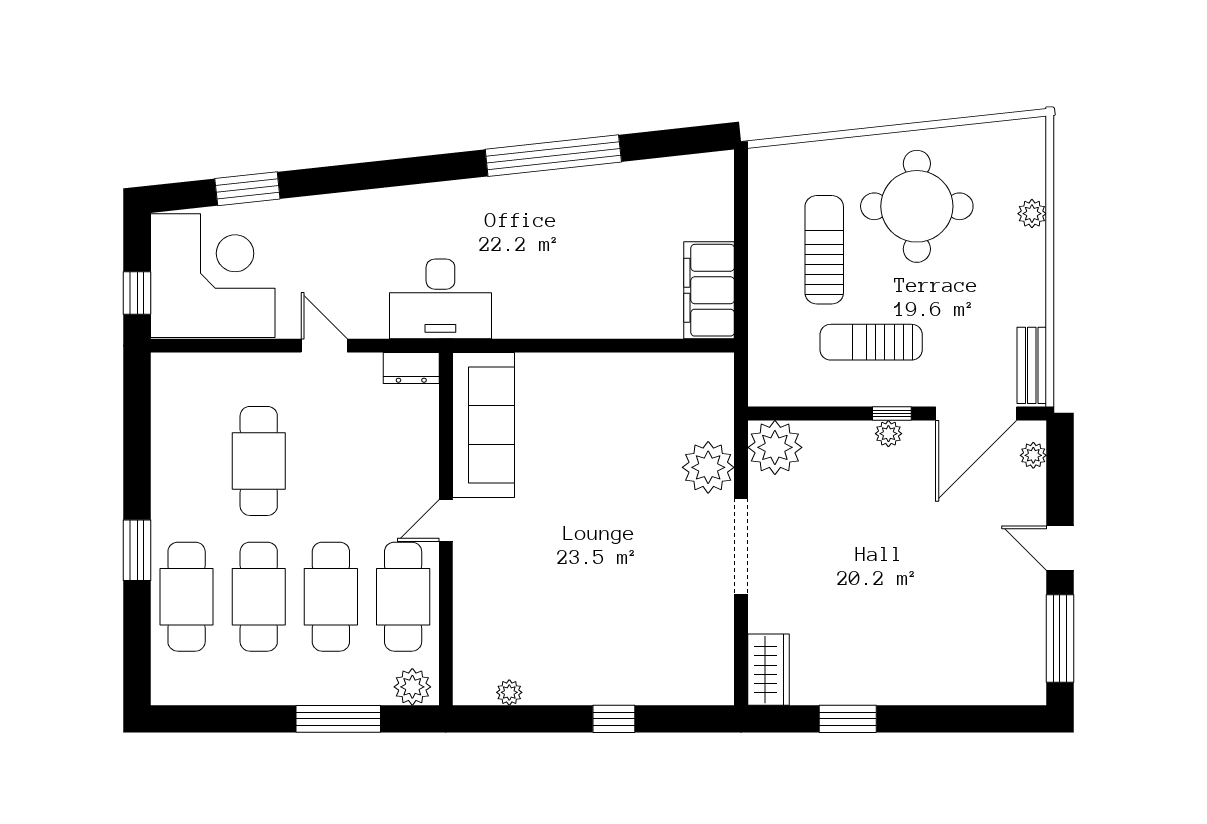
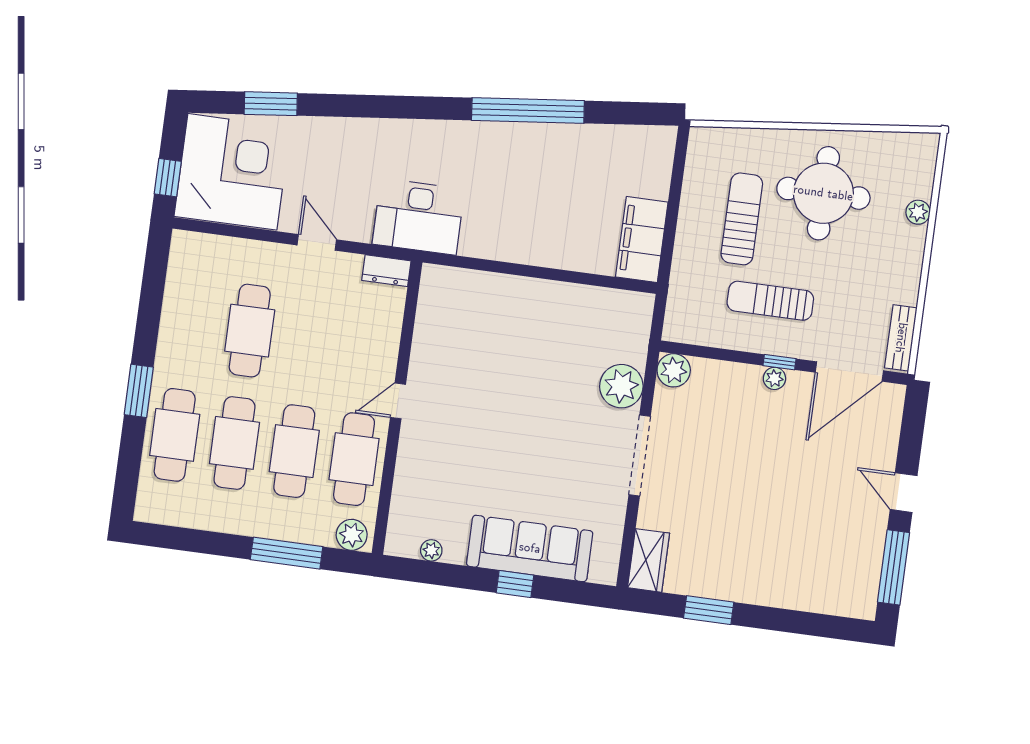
sofa: (483, 425) -> (530, 548), moved, turned -90
plant: (775, 447) -> (674, 370), width x0.73, depth x0.73
plant: (1033, 455) -> (892, 413), removed

